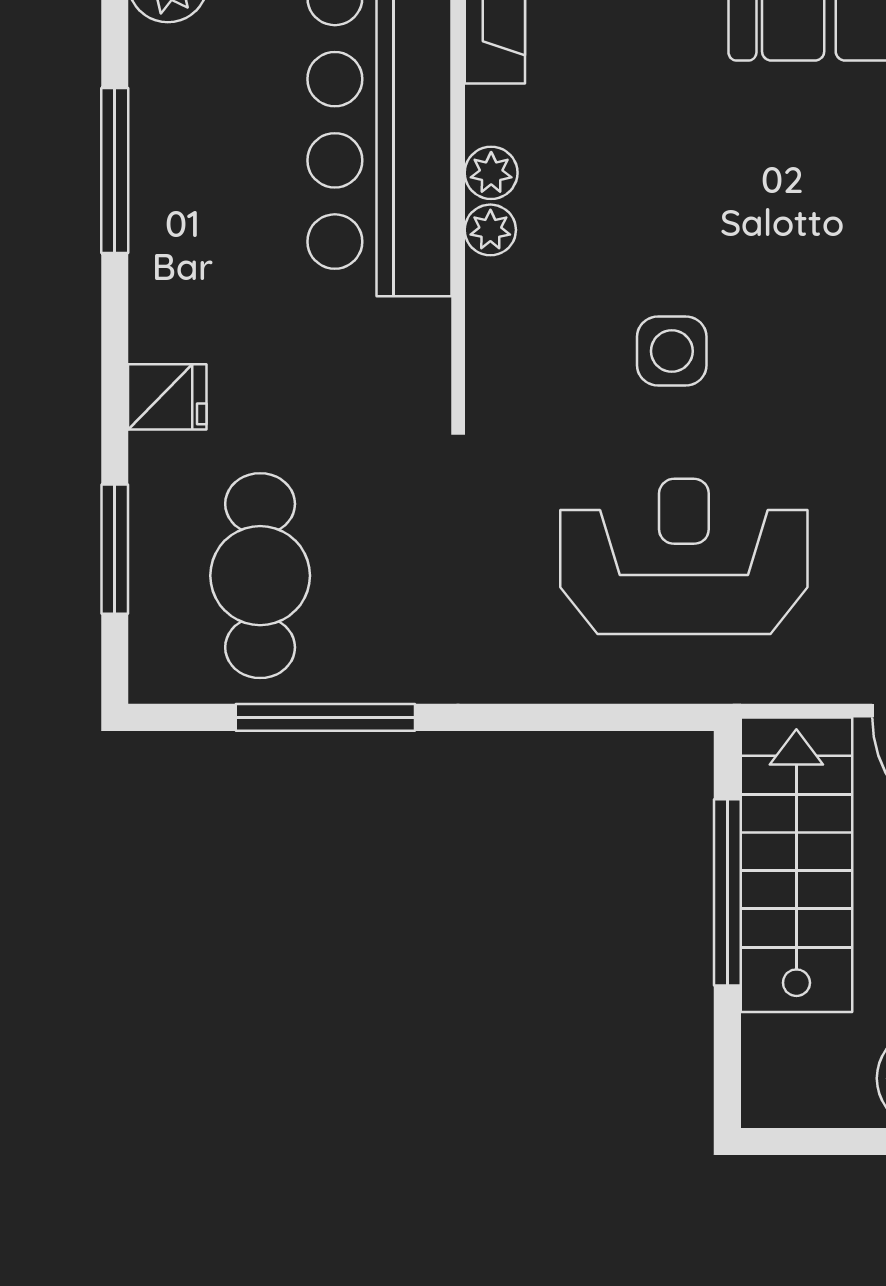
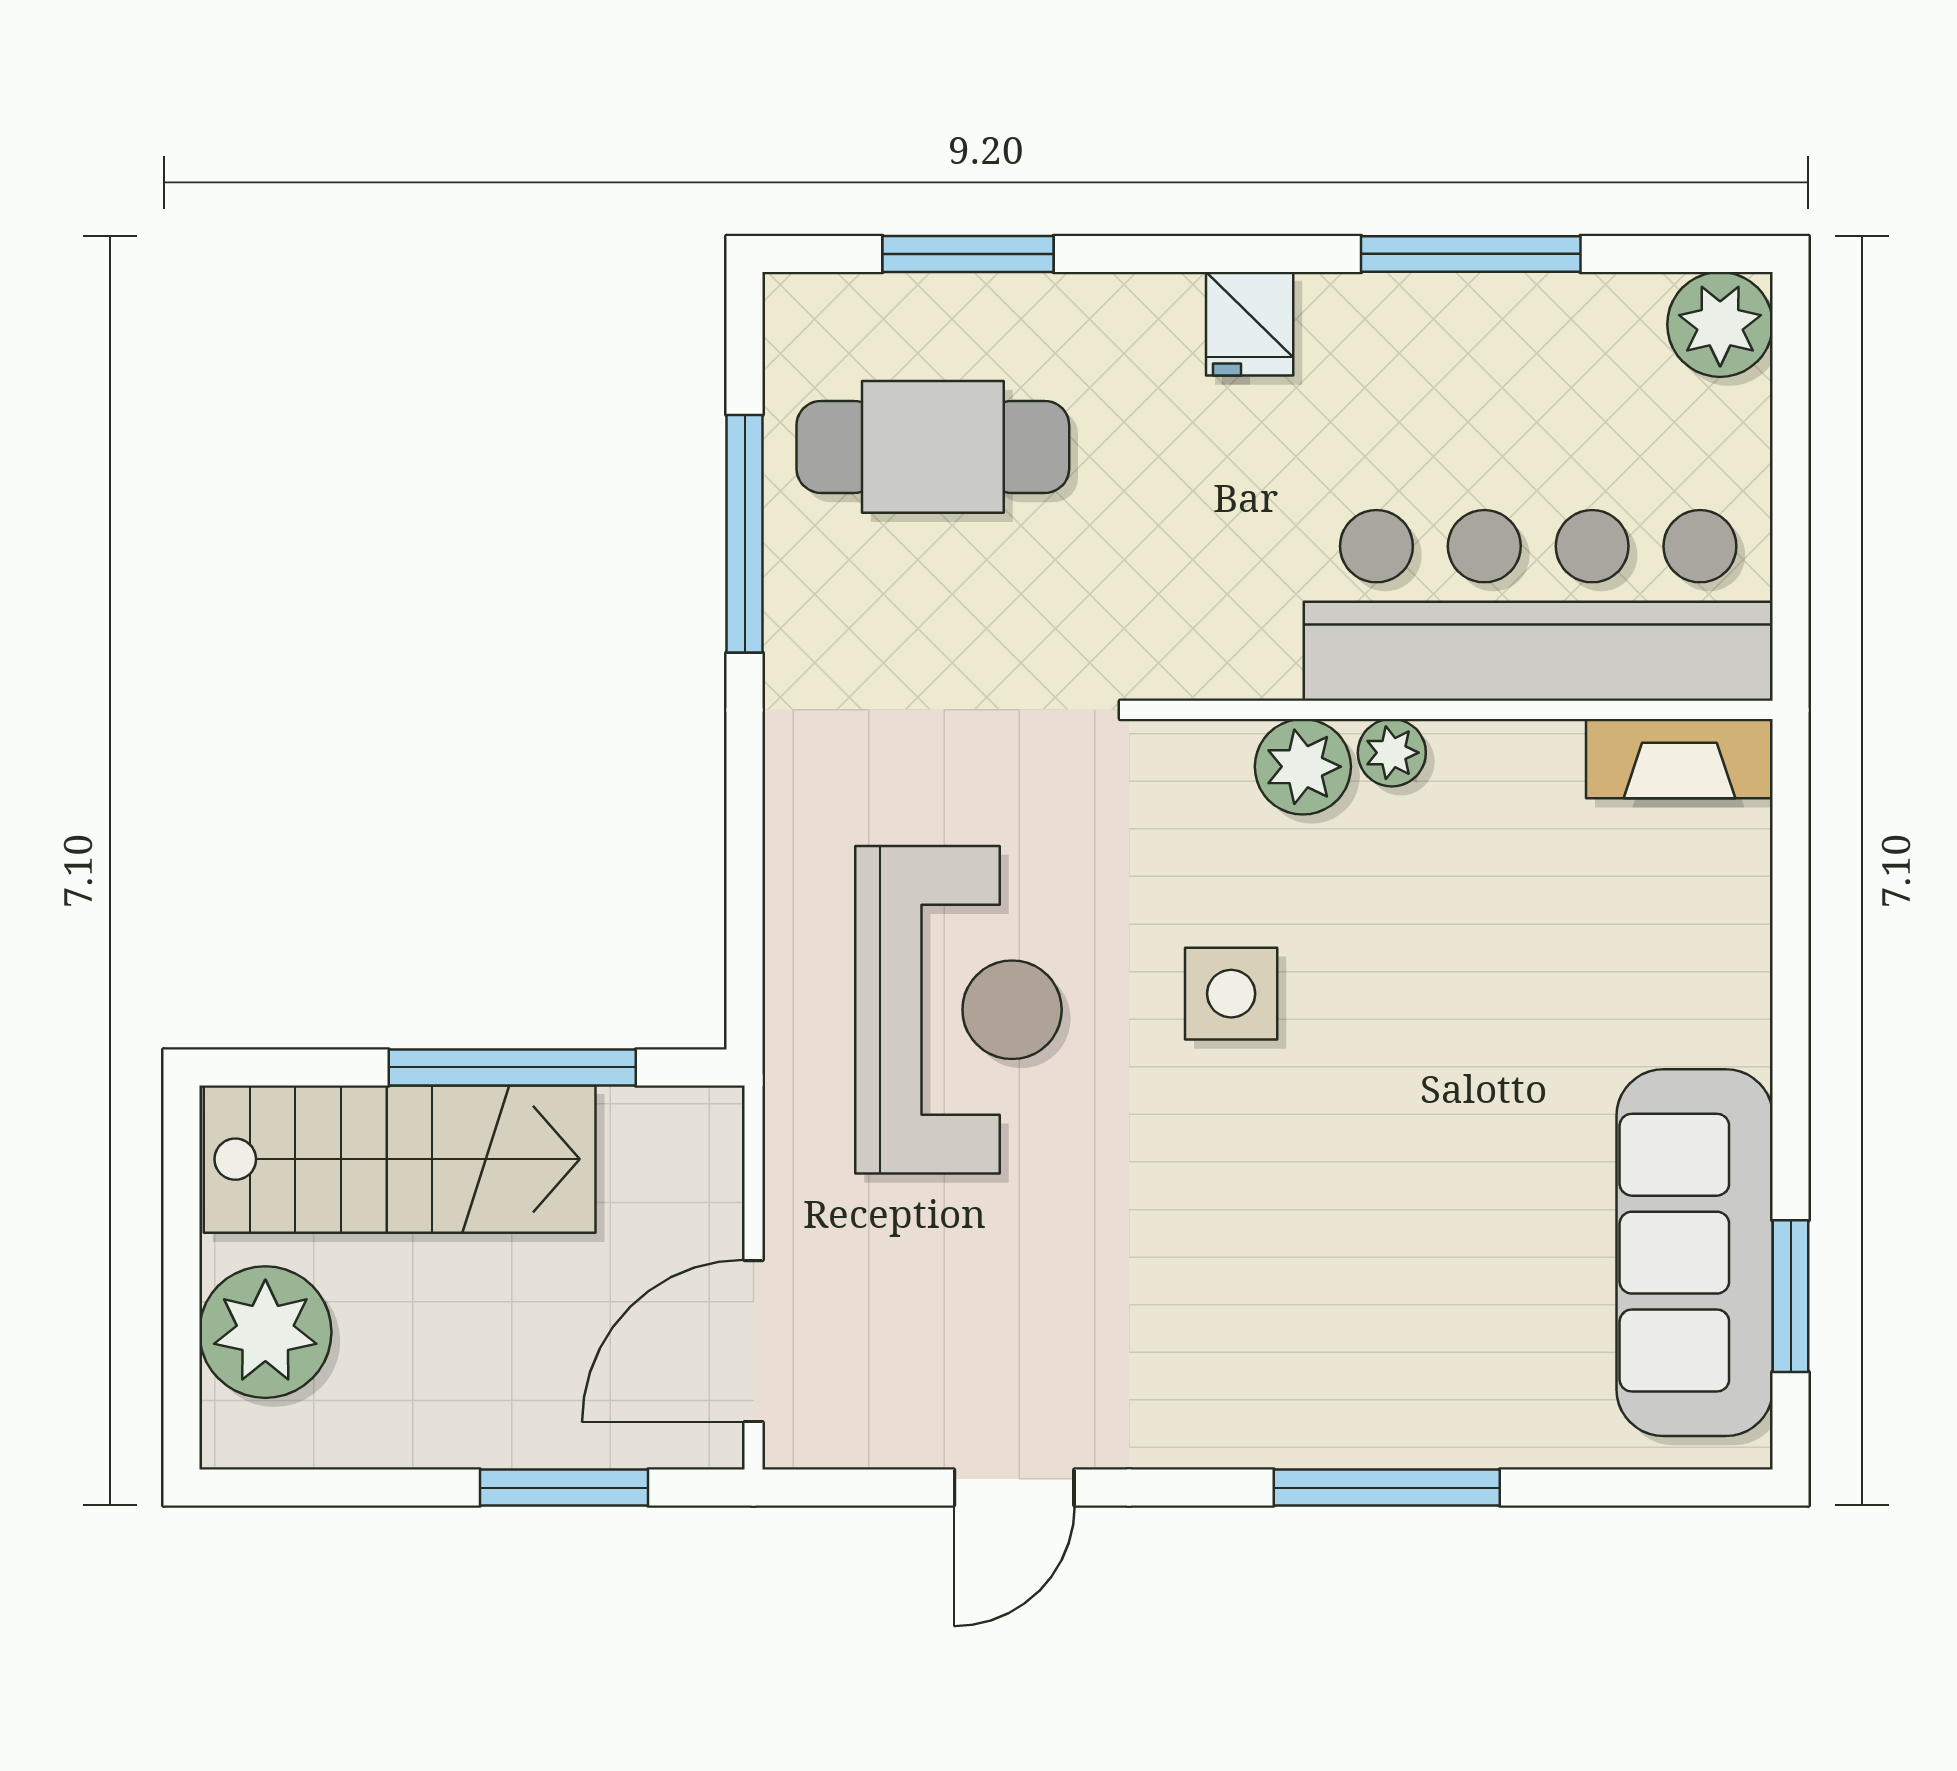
plant: (491, 173) -> (1303, 767), moved, width x1.38, depth x1.38
fridge: (167, 397) -> (1250, 324), moved
stairs: (796, 865) -> (400, 1159), moved

